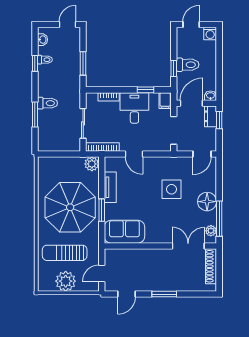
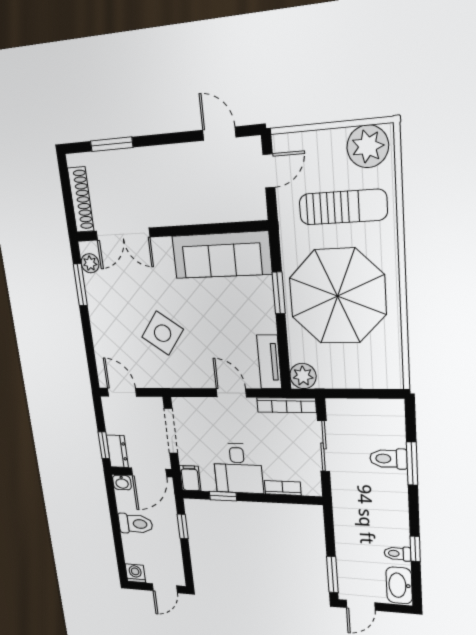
washbasin: (43, 40) -> (399, 585), width x1.91, depth x1.45
window: (83, 63) -> (332, 575), moved
toilet: (188, 65) -> (135, 524), moved, turned 180
toilet: (48, 103) -> (388, 459), moved
door: (202, 154) -> (122, 392), hinge flipped
tv unit: (110, 187) -> (269, 362), moved
side table: (172, 189) -> (163, 333), turned 36
floor lamp: (207, 202) -> (103, 313), removed
window: (219, 219) -> (80, 285), width x0.69
sofa: (124, 232) -> (222, 255), width x1.36
plant: (66, 281) -> (368, 146), moved
door: (127, 294) -> (219, 134), hinge flipped
window: (164, 294) -> (112, 144), moved

